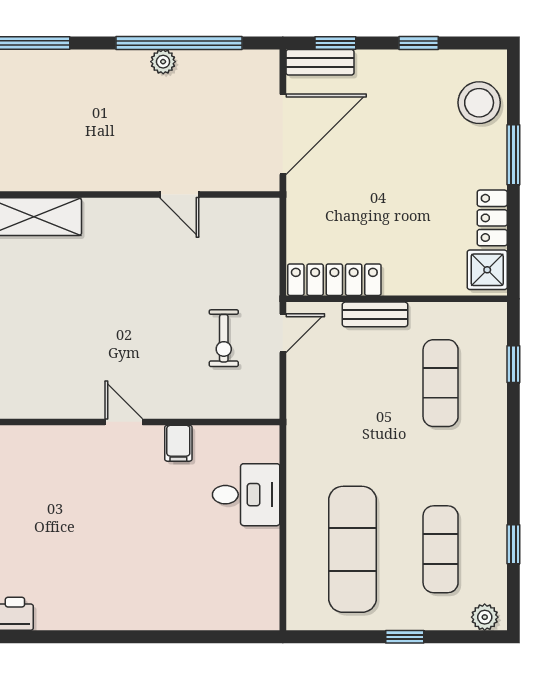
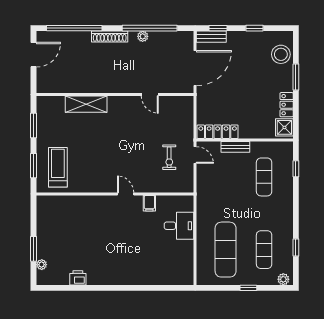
shoe rack: (88, 62) -> (110, 37), added
door: (283, 333) -> (195, 155), hinge flipped

